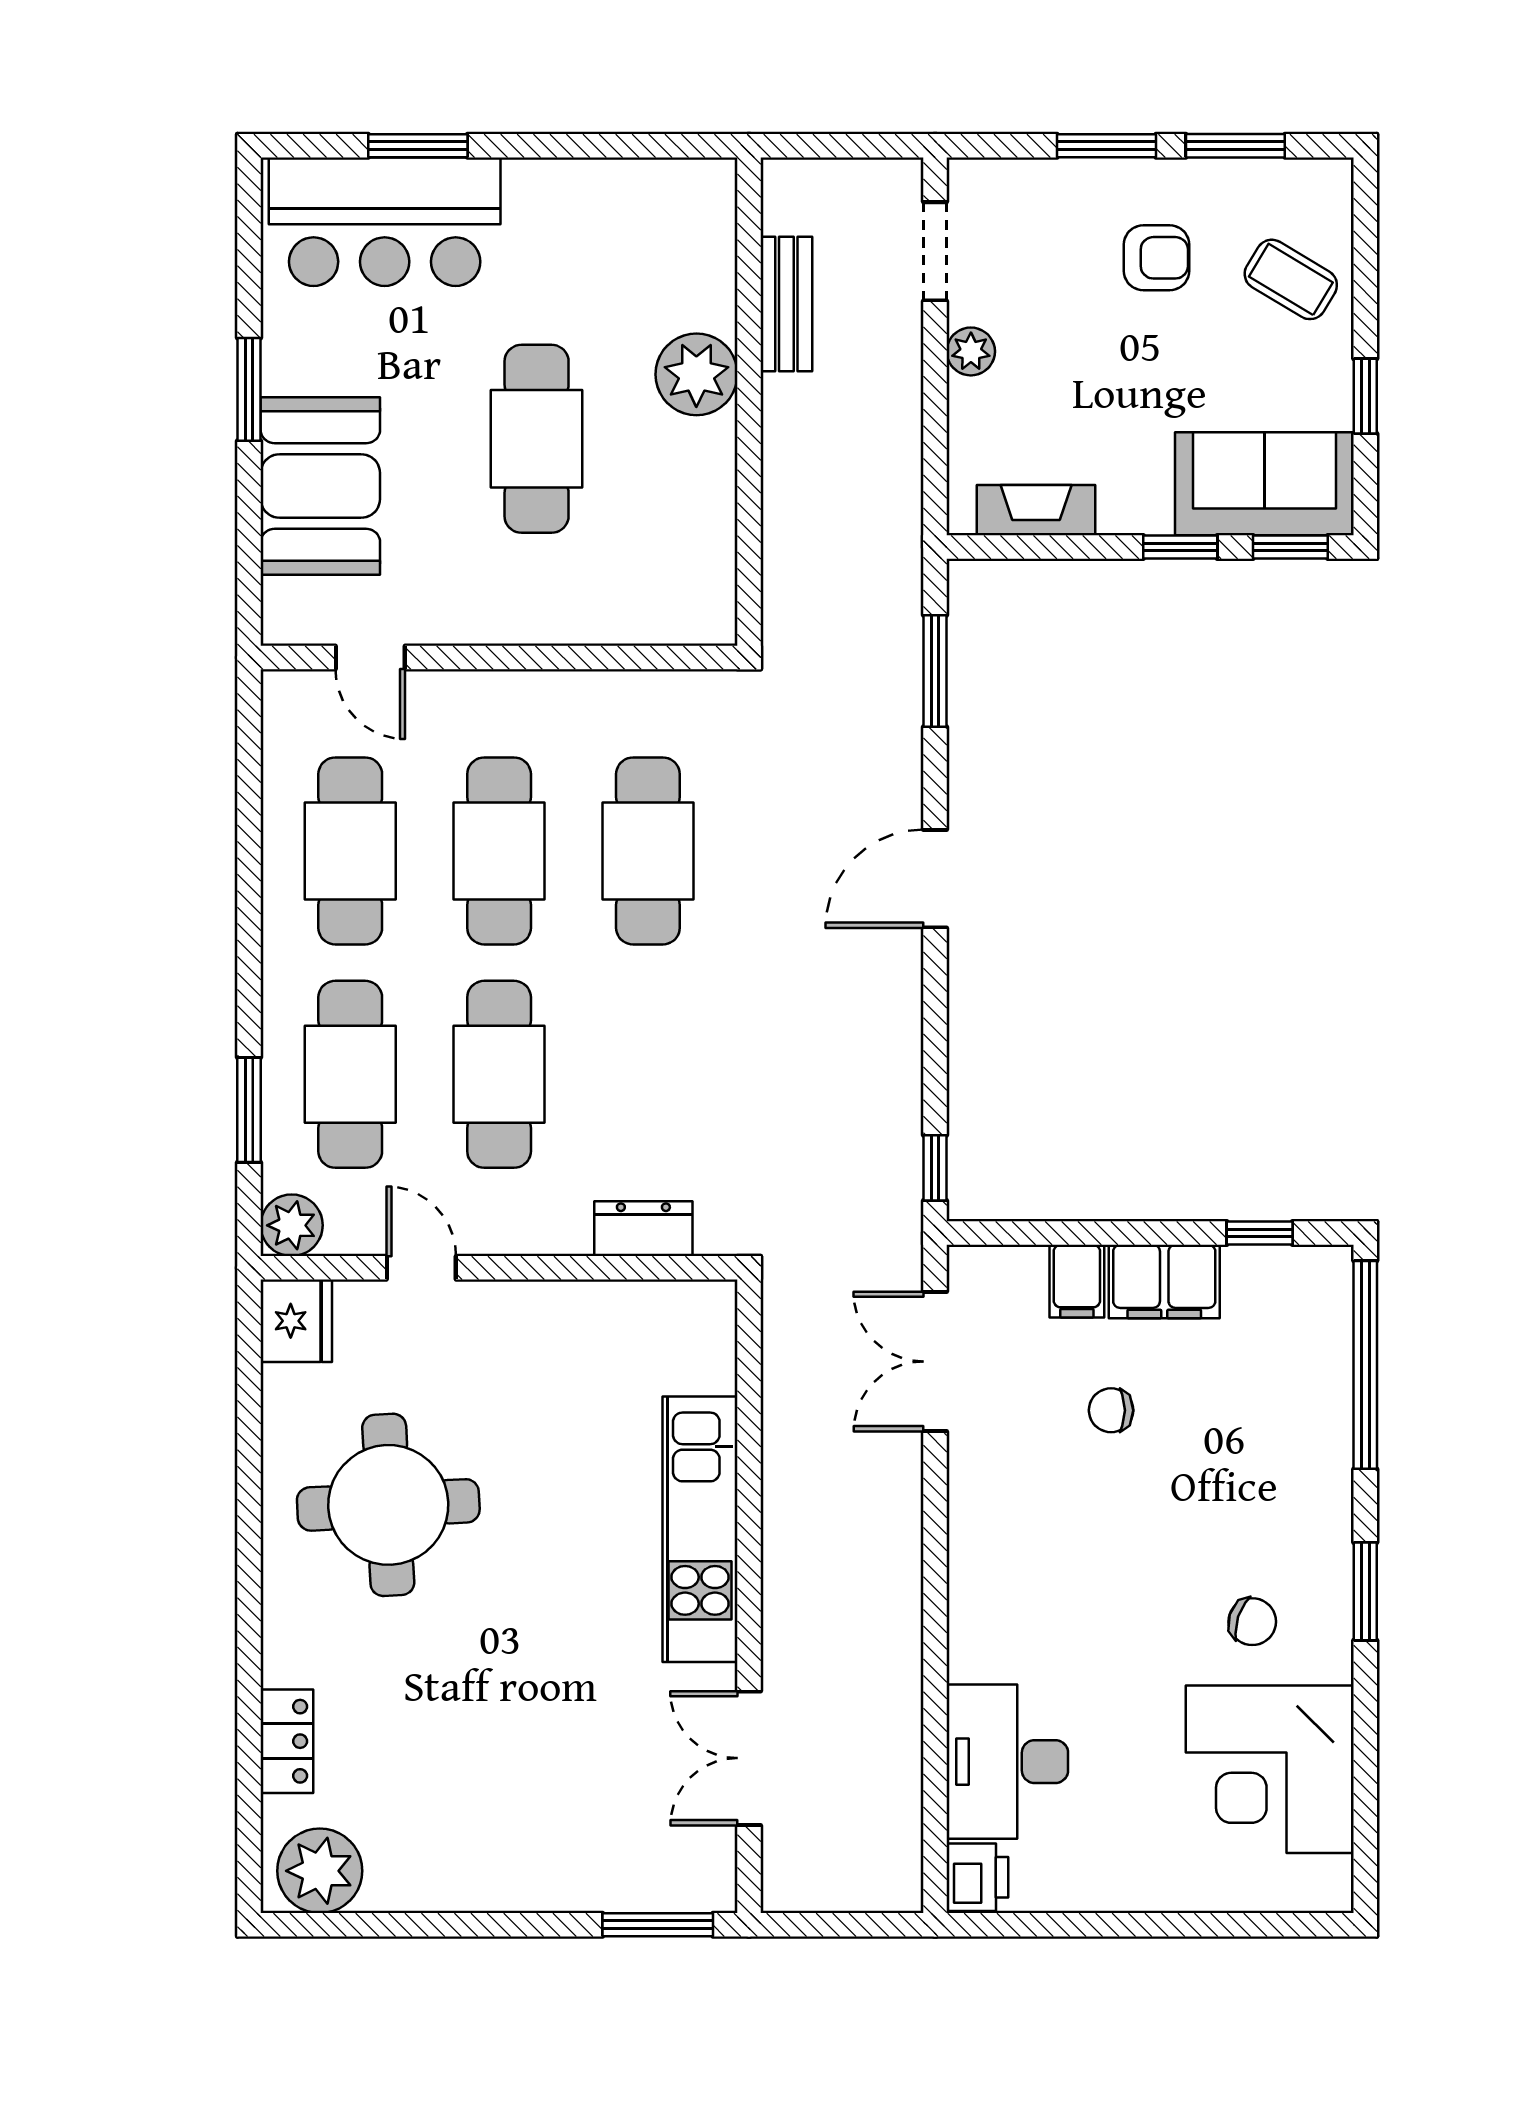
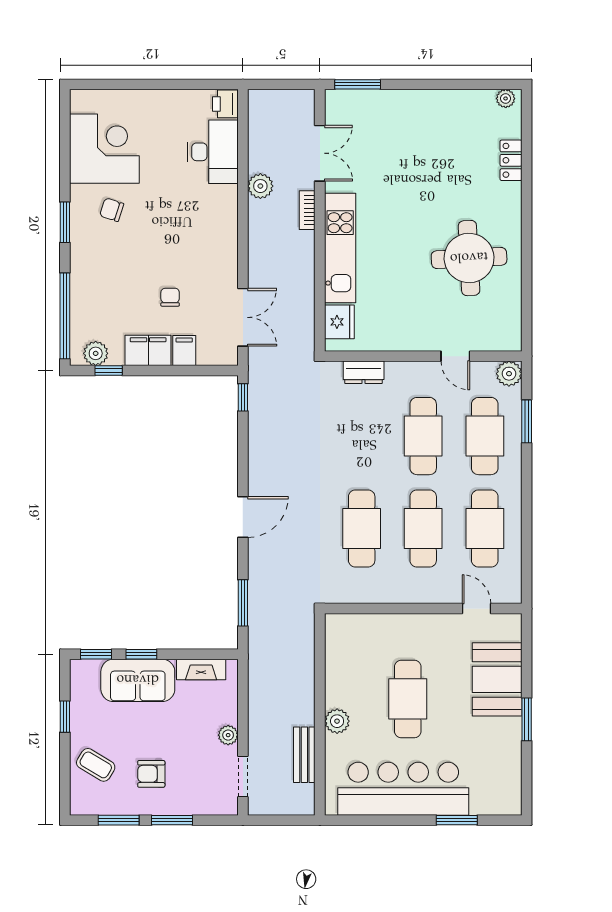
bar counter: (385, 222) -> (403, 789), moved, width x1.36
plant: (696, 374) -> (337, 721), width x0.73, depth x0.73
sofa: (1264, 484) -> (138, 680), moved
plant: (1291, 1274) -> (96, 353), added
fridge: (296, 1321) -> (339, 322), moved, turned 180
chair: (1111, 1410) -> (170, 297), turned -90
bookcase: (780, 1621) -> (307, 210), added
plant: (893, 1679) -> (260, 186), added
plant: (320, 1871) -> (506, 98), width x0.53, depth x0.53

